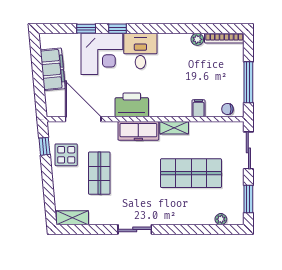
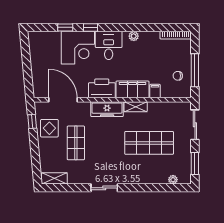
plant: (197, 39) -> (134, 36), moved
filing cabinet: (53, 69) -> (133, 89), moved, turned -85
chair: (227, 109) -> (178, 76), moved

